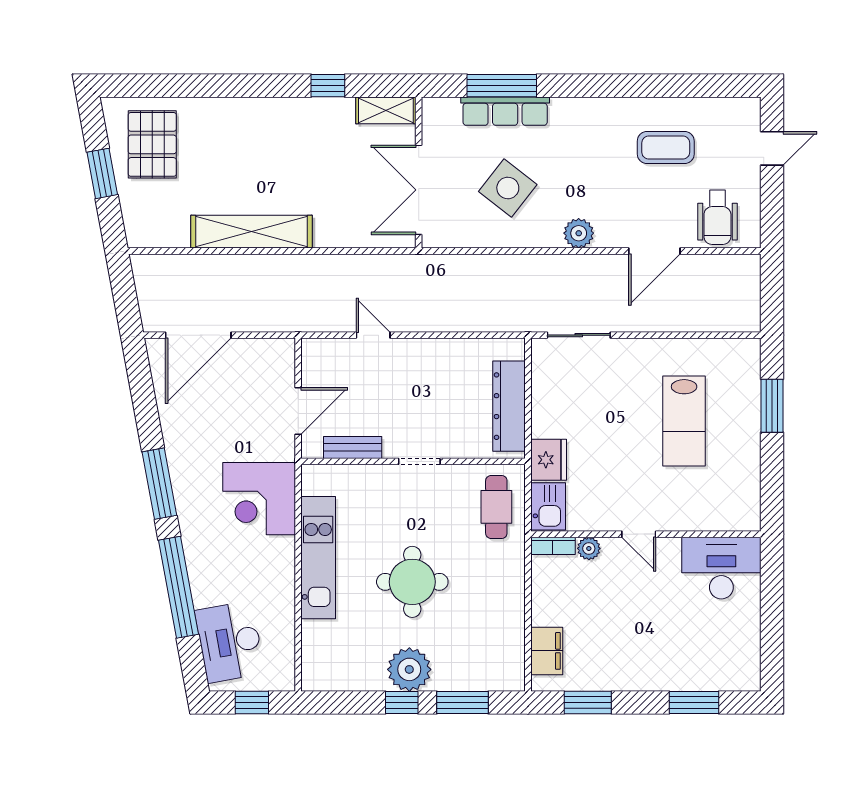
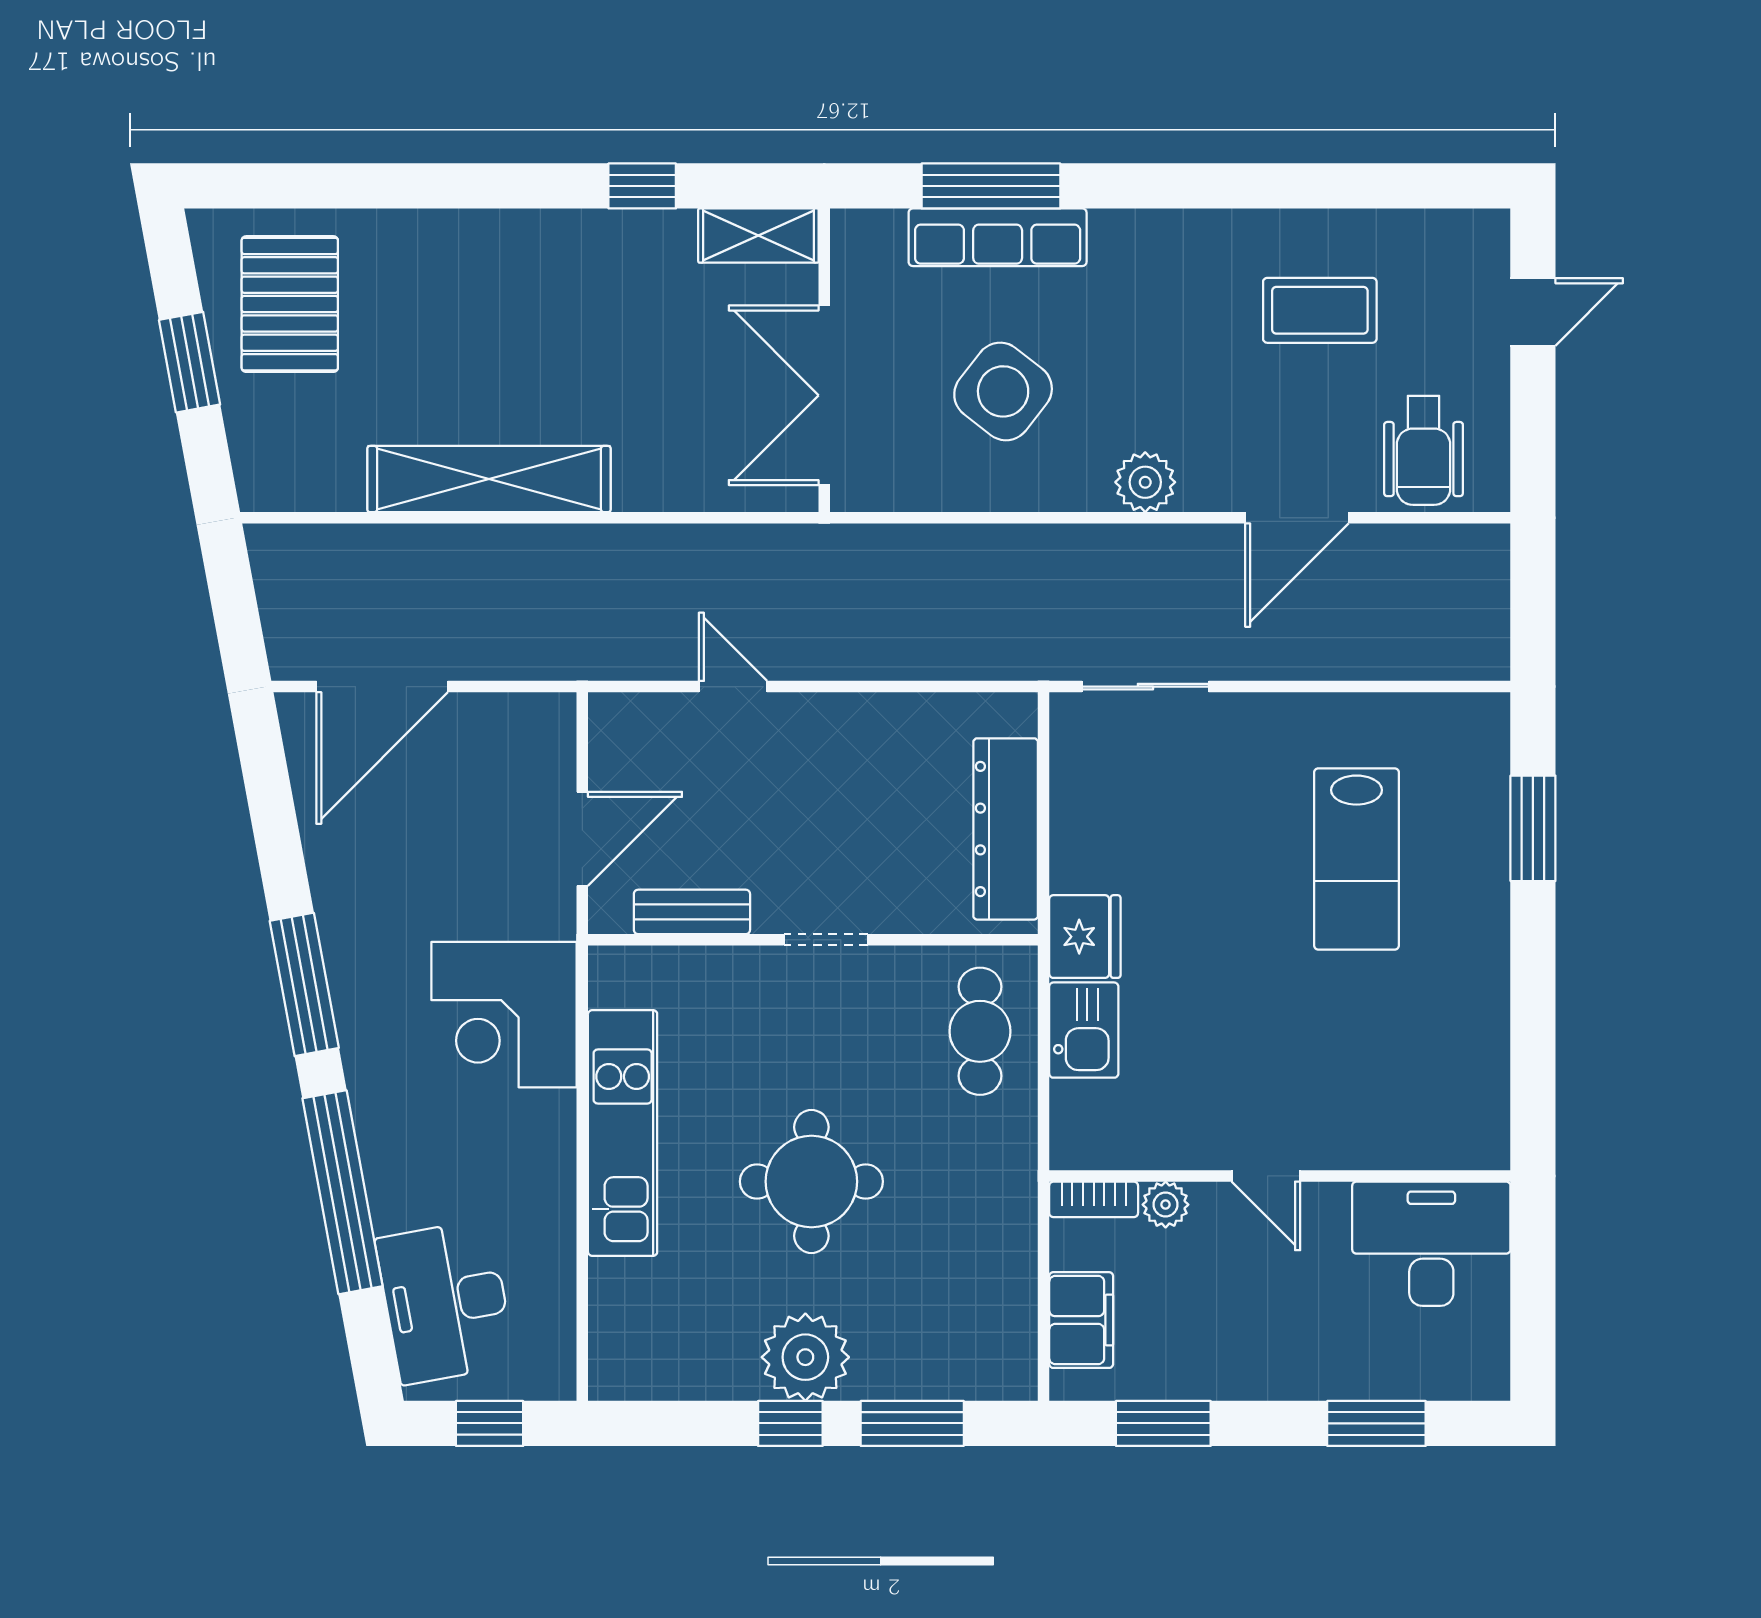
door: (639, 534) -> (1266, 1176), moved
wall: (646, 534) -> (1280, 1176), moved
bookcase: (553, 546) -> (1094, 1199), moved
plant: (589, 548) -> (1166, 1205), moved
desk: (721, 568) -> (1431, 1244), moved

